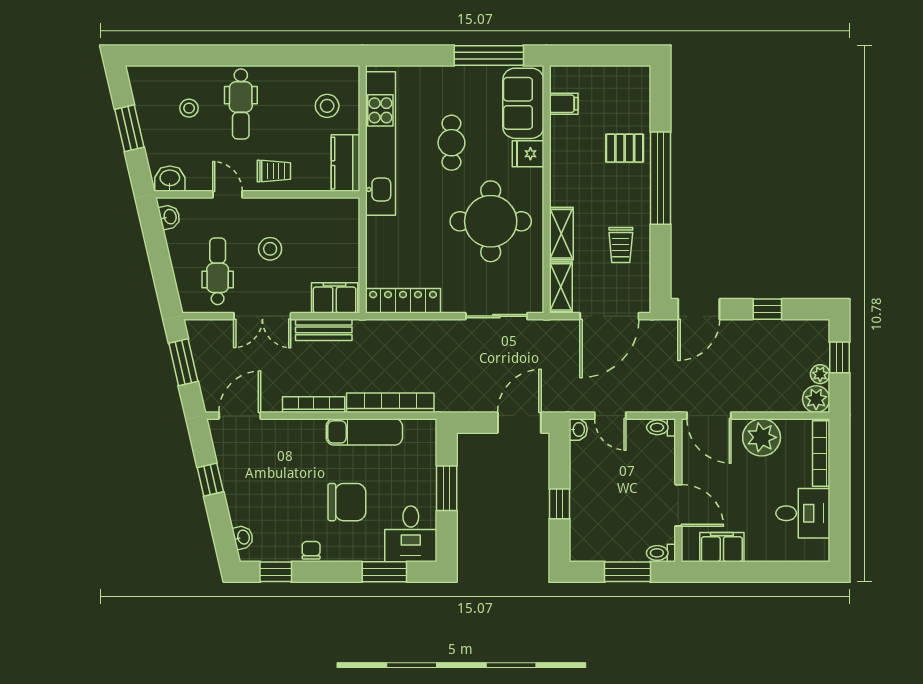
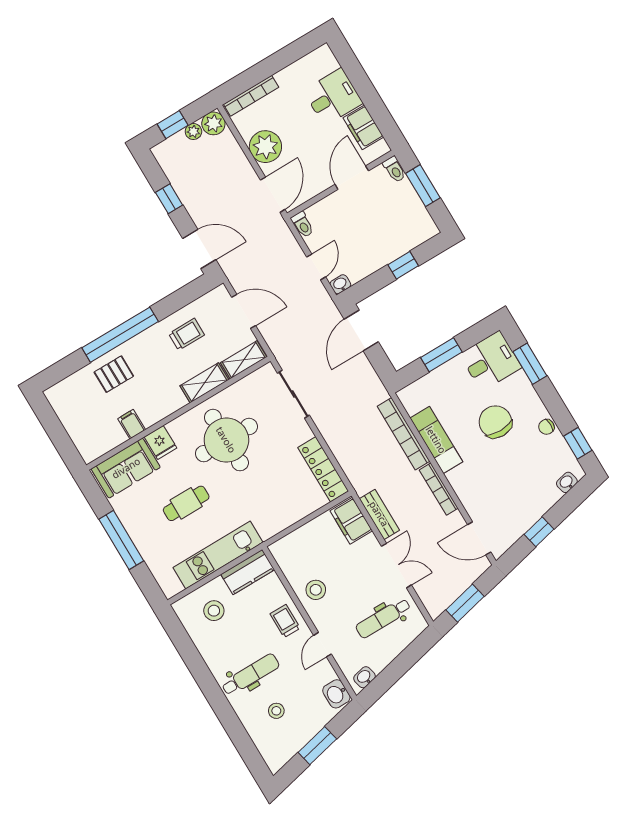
window: (489, 56) -> (121, 540), moved
filing cabinet: (564, 104) -> (132, 424), moved
kitchen unit: (380, 143) -> (218, 555), width x0.73
pallet: (625, 148) -> (114, 374), turned 90
stool: (270, 249) -> (316, 590), moved
door: (609, 316) -> (244, 311), width x0.73
door: (519, 423) -> (361, 330), hinge flipped
desk: (803, 513) -> (333, 97), moved, turned 90

